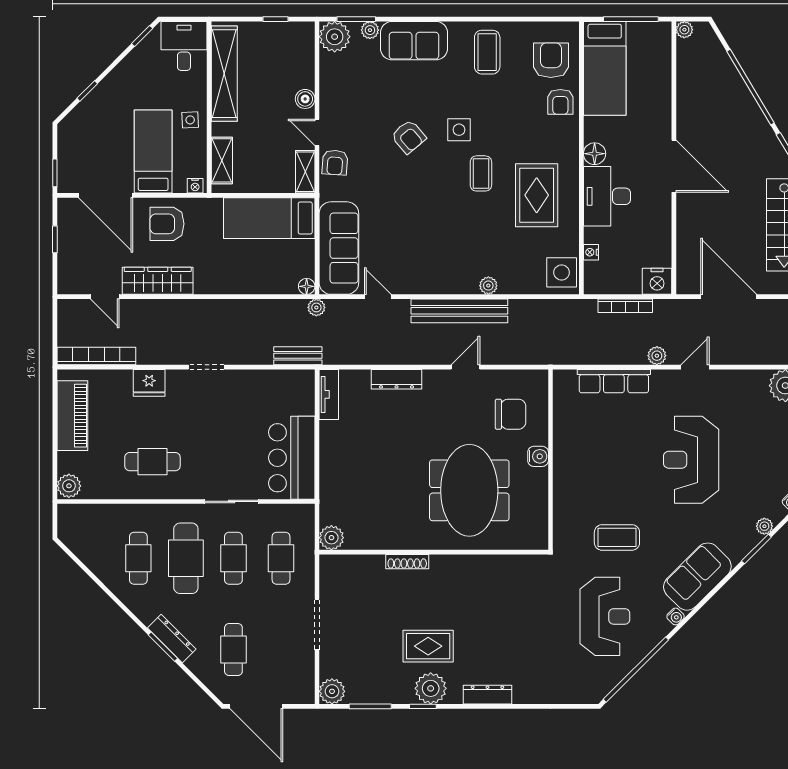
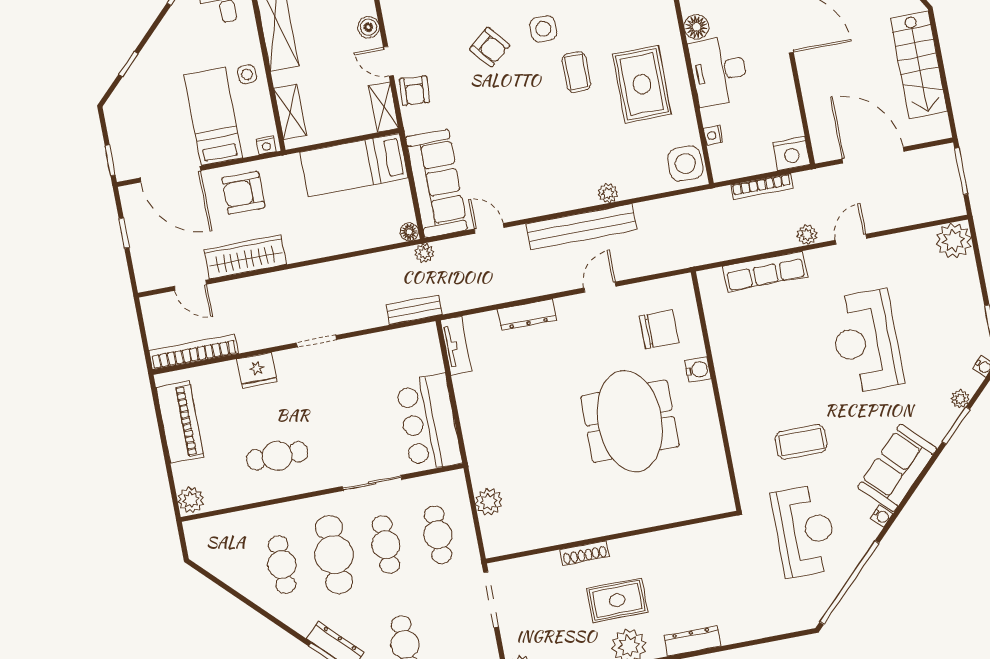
wall: (434, 552) -> (612, 537), moved
shoe rack: (407, 562) -> (584, 553), moved

